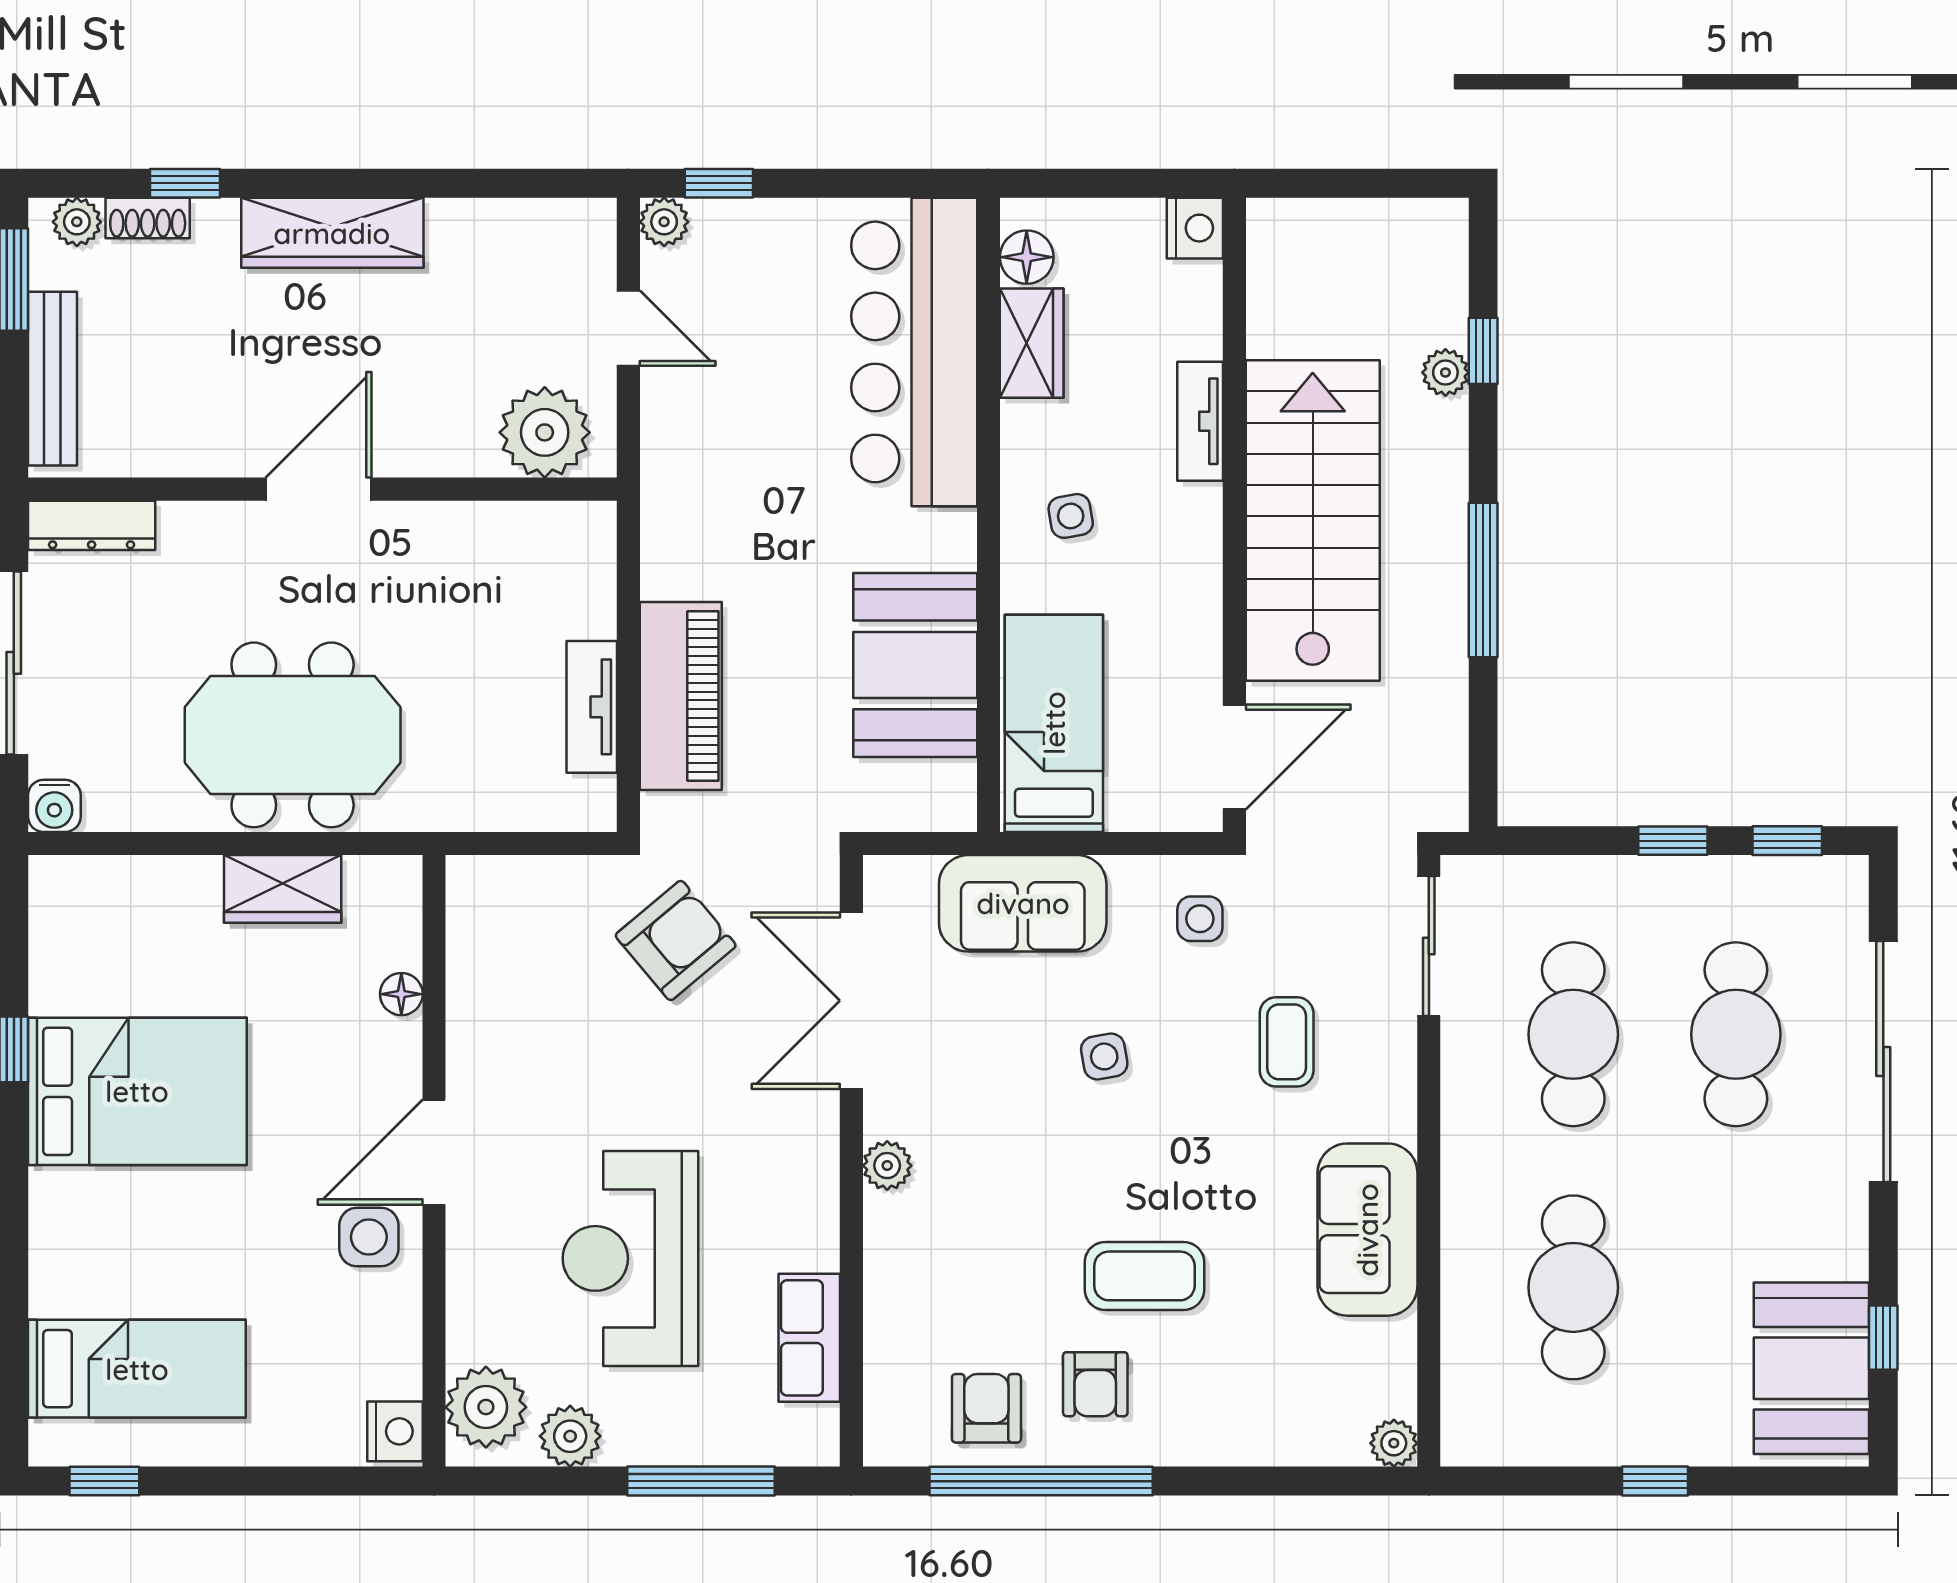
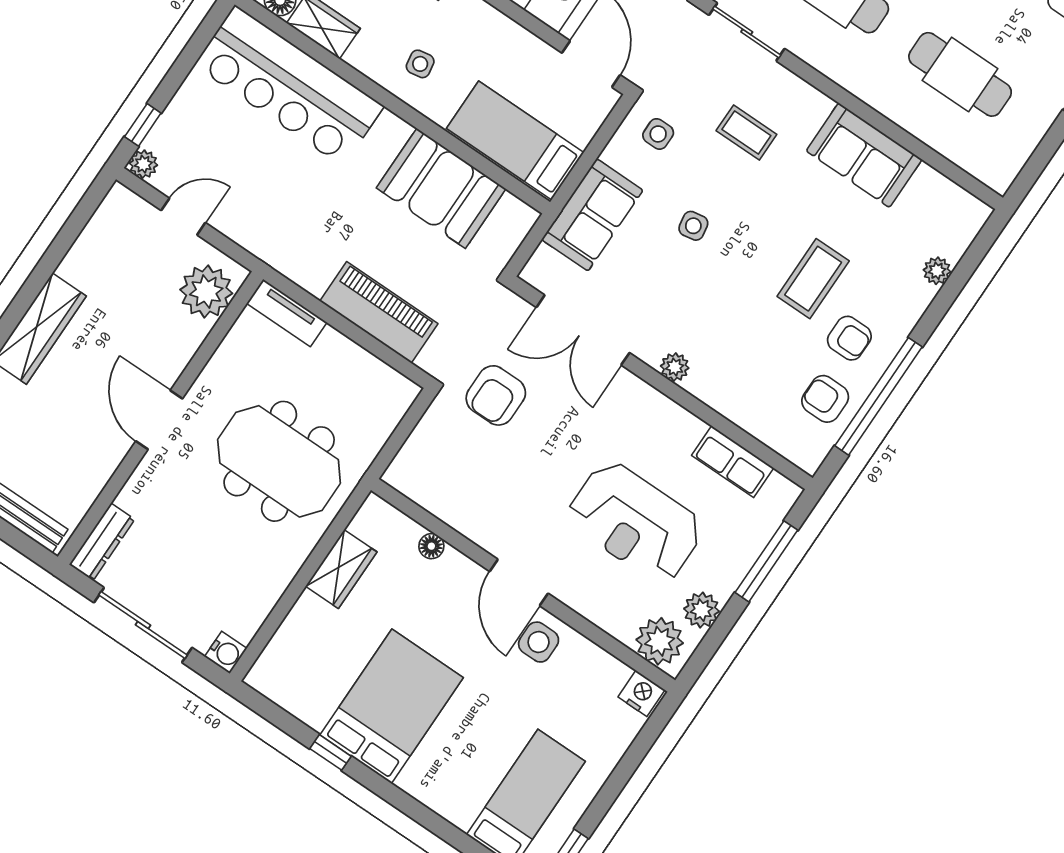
tv unit: (592, 707) -> (287, 313), moved
meeting table: (293, 735) -> (279, 461), moved, turned 90
armchair: (676, 940) -> (496, 395), turned -140
plant: (1394, 1443) -> (937, 271), moved

